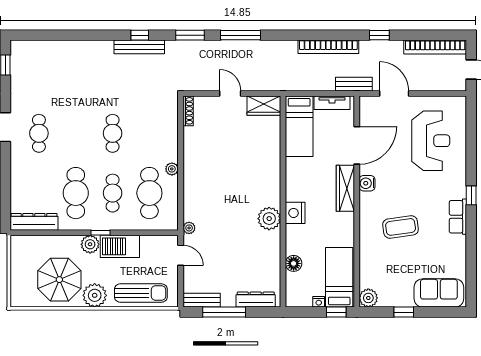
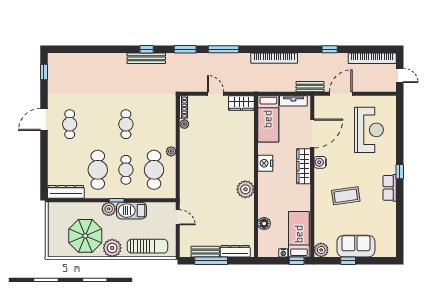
bookcase: (328, 47) -> (274, 58), moved
door: (394, 94) -> (341, 94), hinge flipped
nightstand: (295, 213) -> (265, 163), moved
plant: (189, 228) -> (184, 124), moved
sofa: (439, 293) -> (356, 246), moved
bench: (202, 300) -> (205, 252), moved

